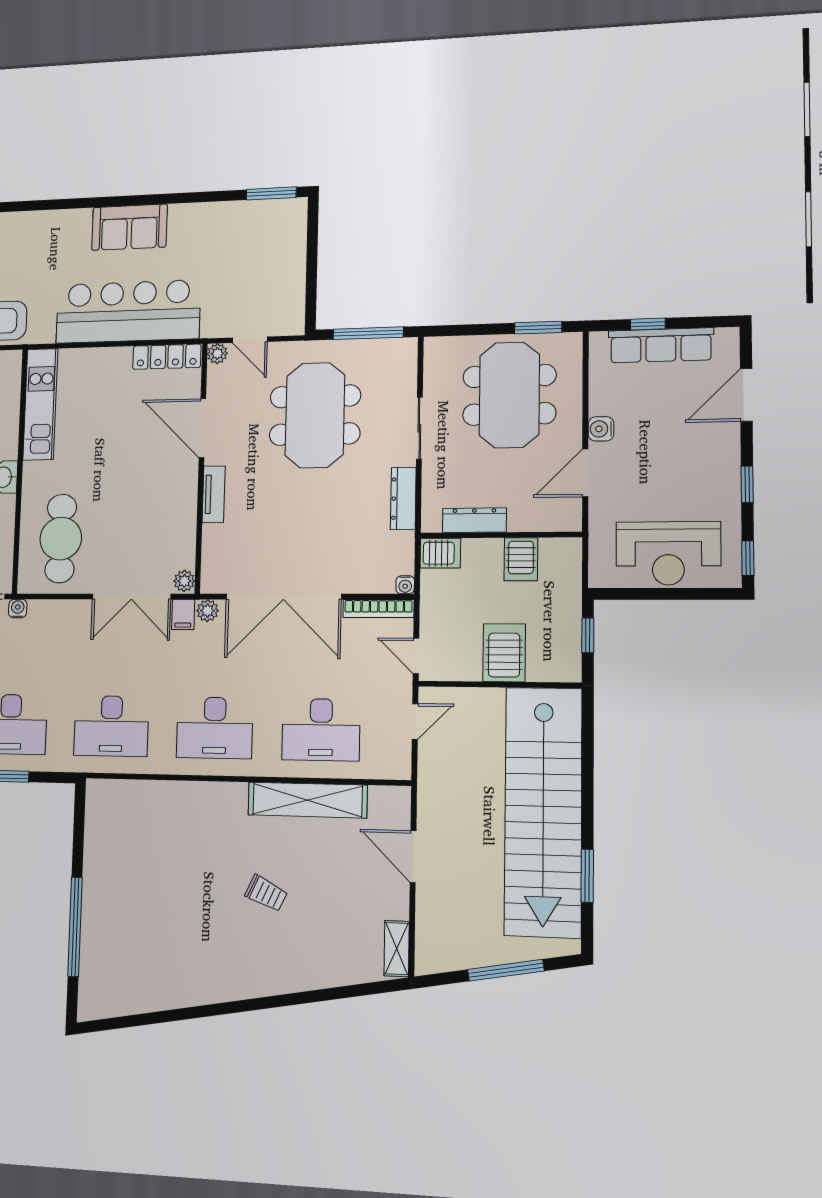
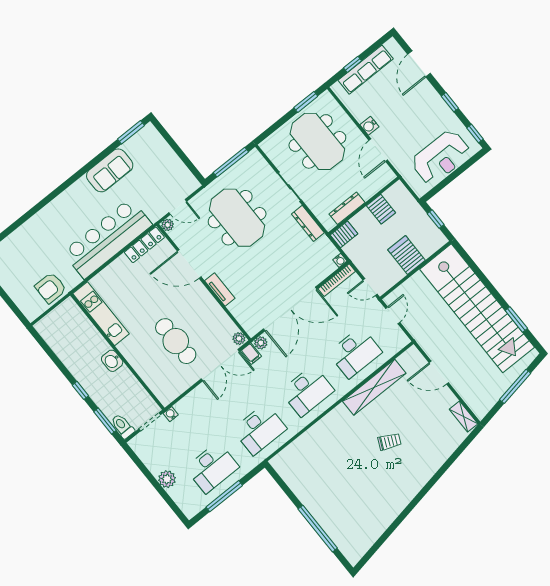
sofa: (129, 227) -> (110, 170), moved
cafe table: (61, 539) -> (176, 341), moved

